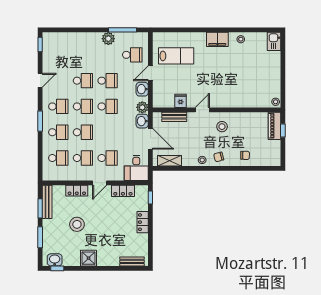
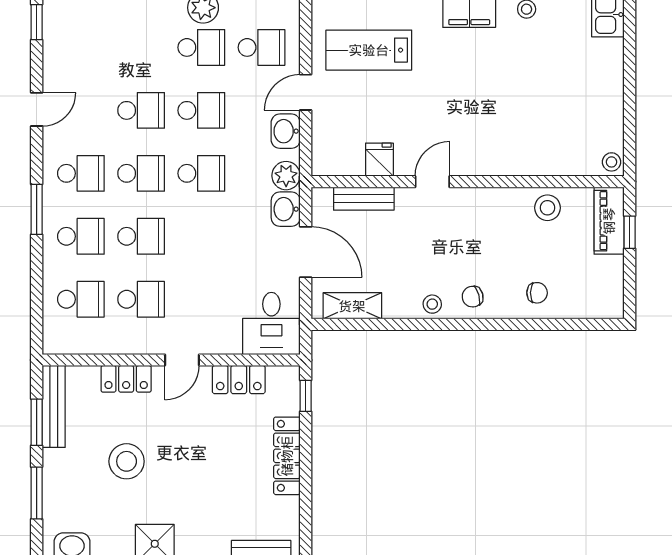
lab bench: (176, 56) -> (369, 50), turned 180
stool: (222, 127) -> (547, 208), moved
school desk: (108, 158) -> (201, 47), moved
locker: (143, 222) -> (287, 456), width x1.53

